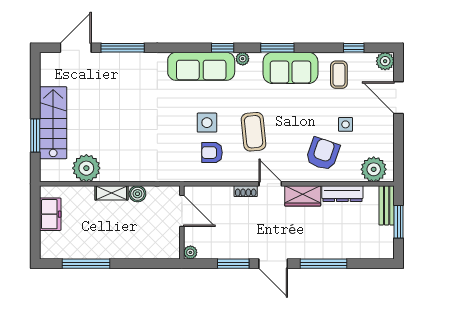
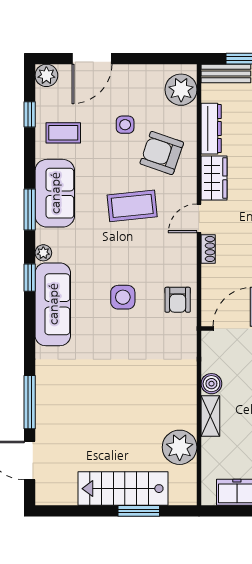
coffee table: (254, 132) -> (132, 206), moved
armchair: (212, 153) -> (178, 300), moved

